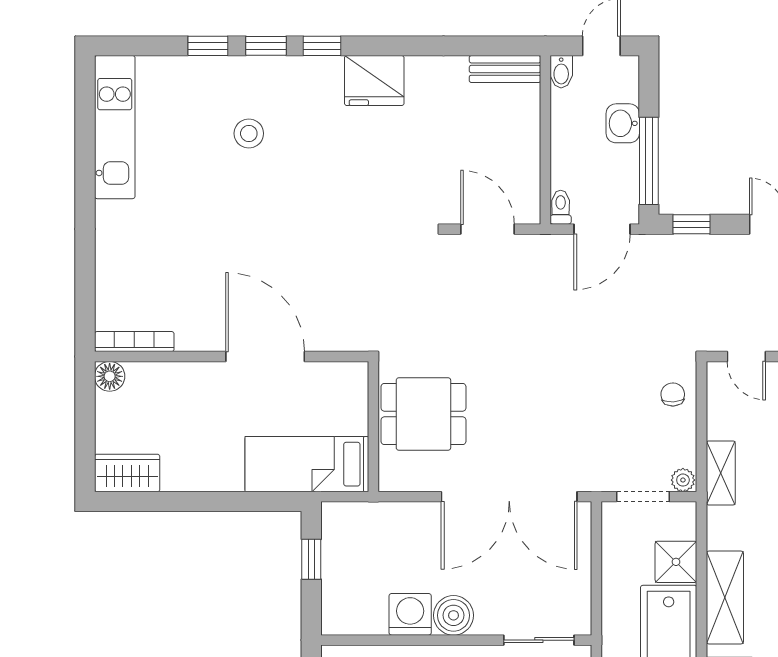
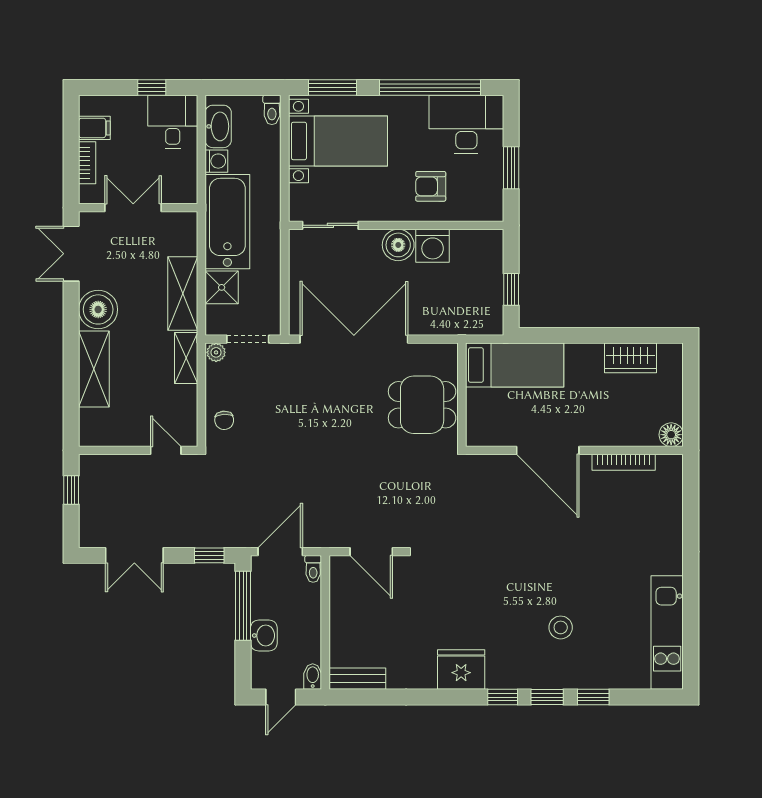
bookcase: (134, 342) -> (624, 462), moved
wardrobe: (127, 473) -> (630, 358), moved
shelving: (725, 598) -> (183, 294), moved

